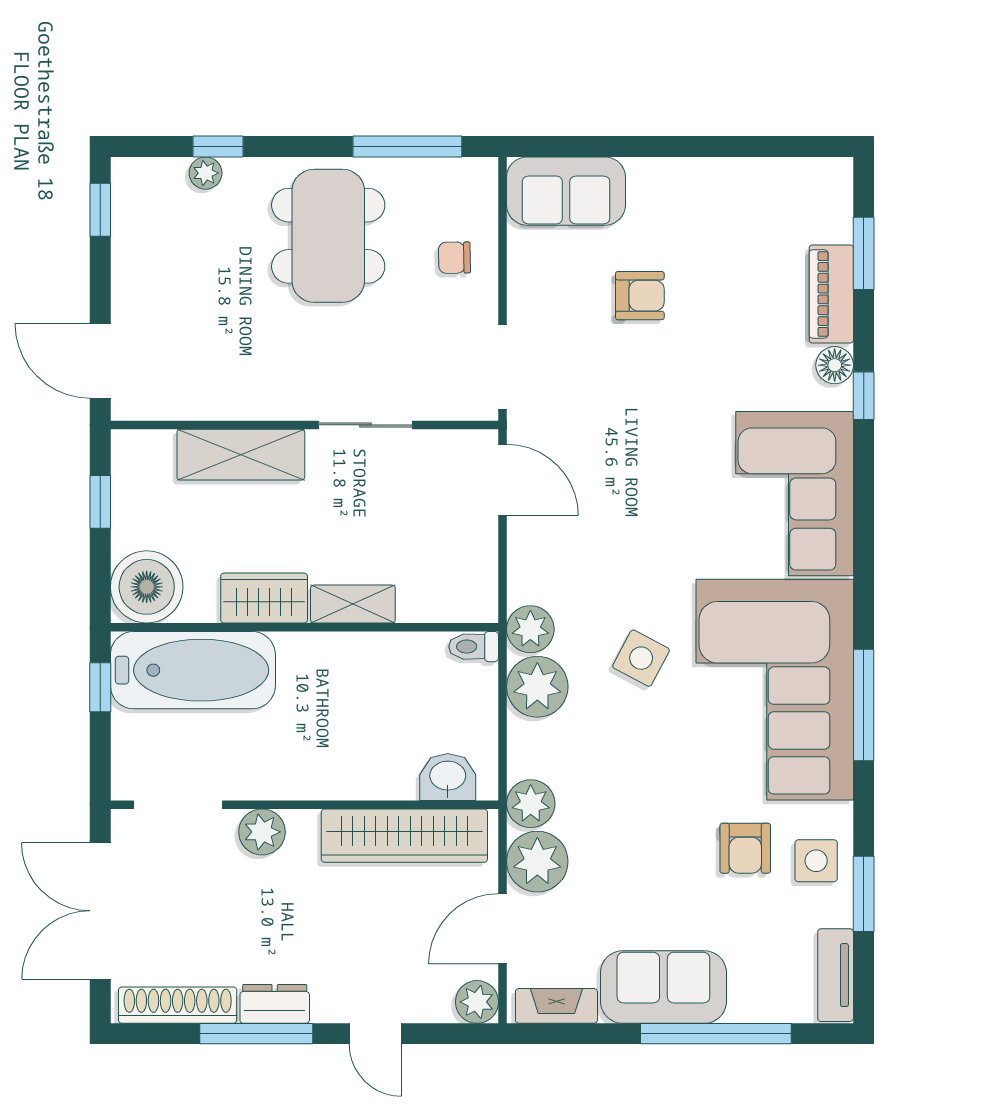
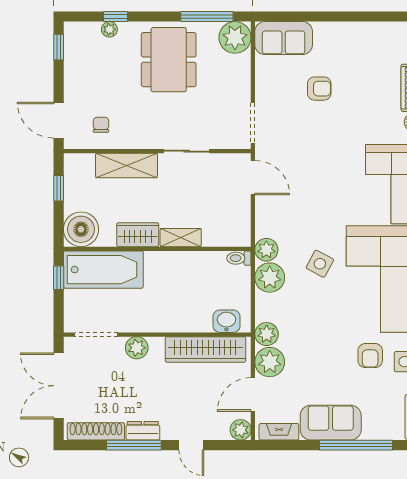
plant: (465, 190) -> (235, 37), added
chair: (454, 258) -> (101, 125), moved, turned 91

